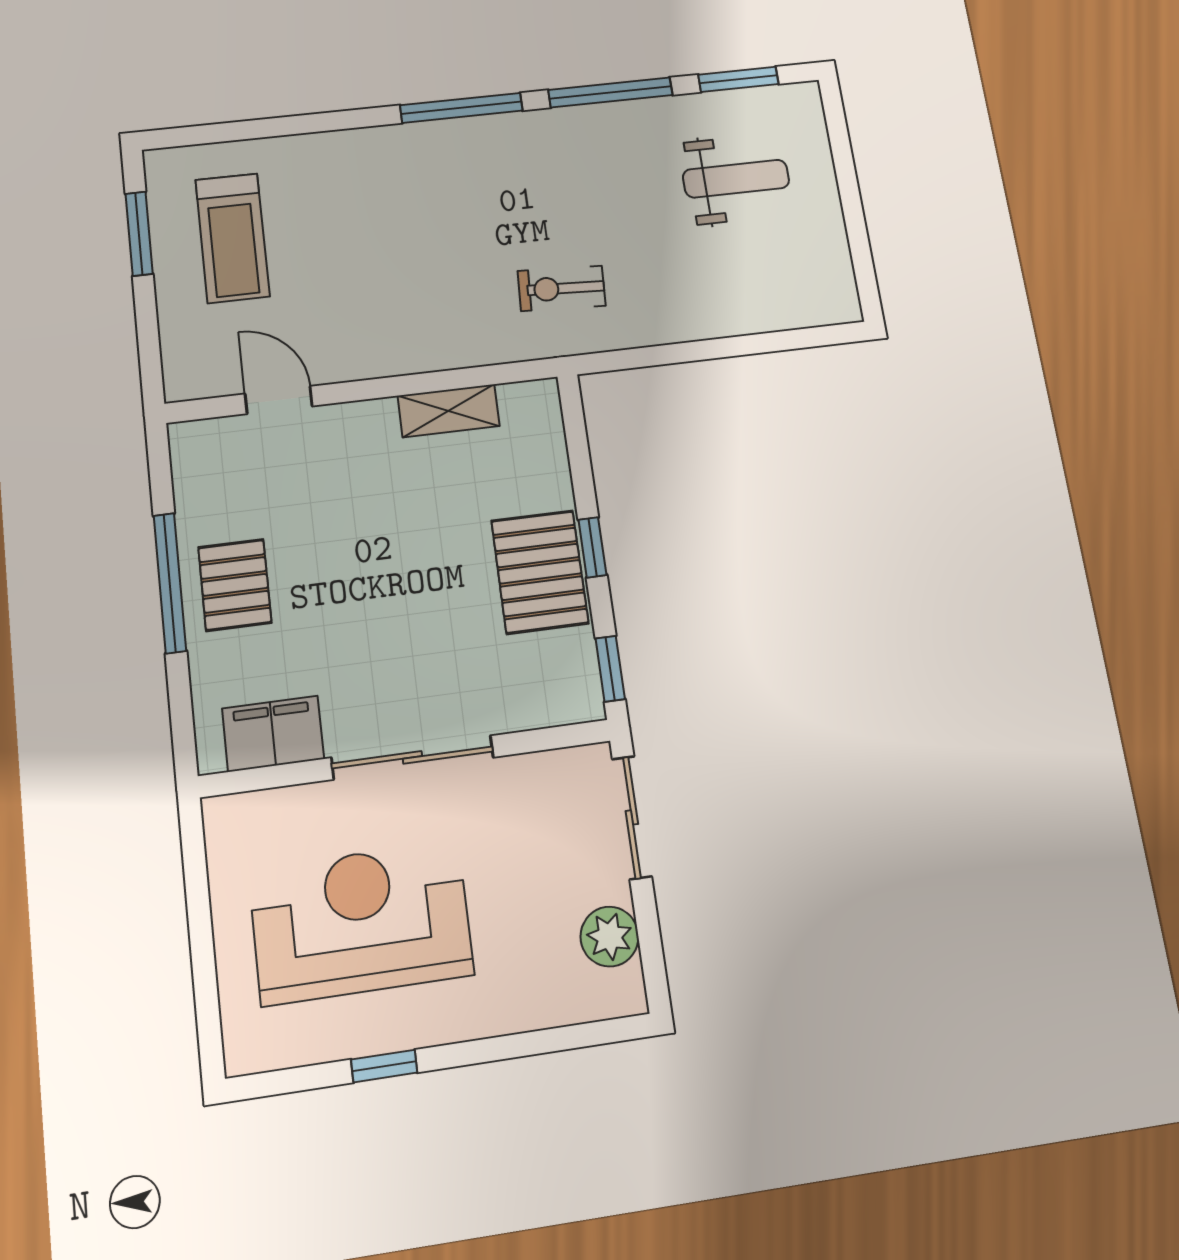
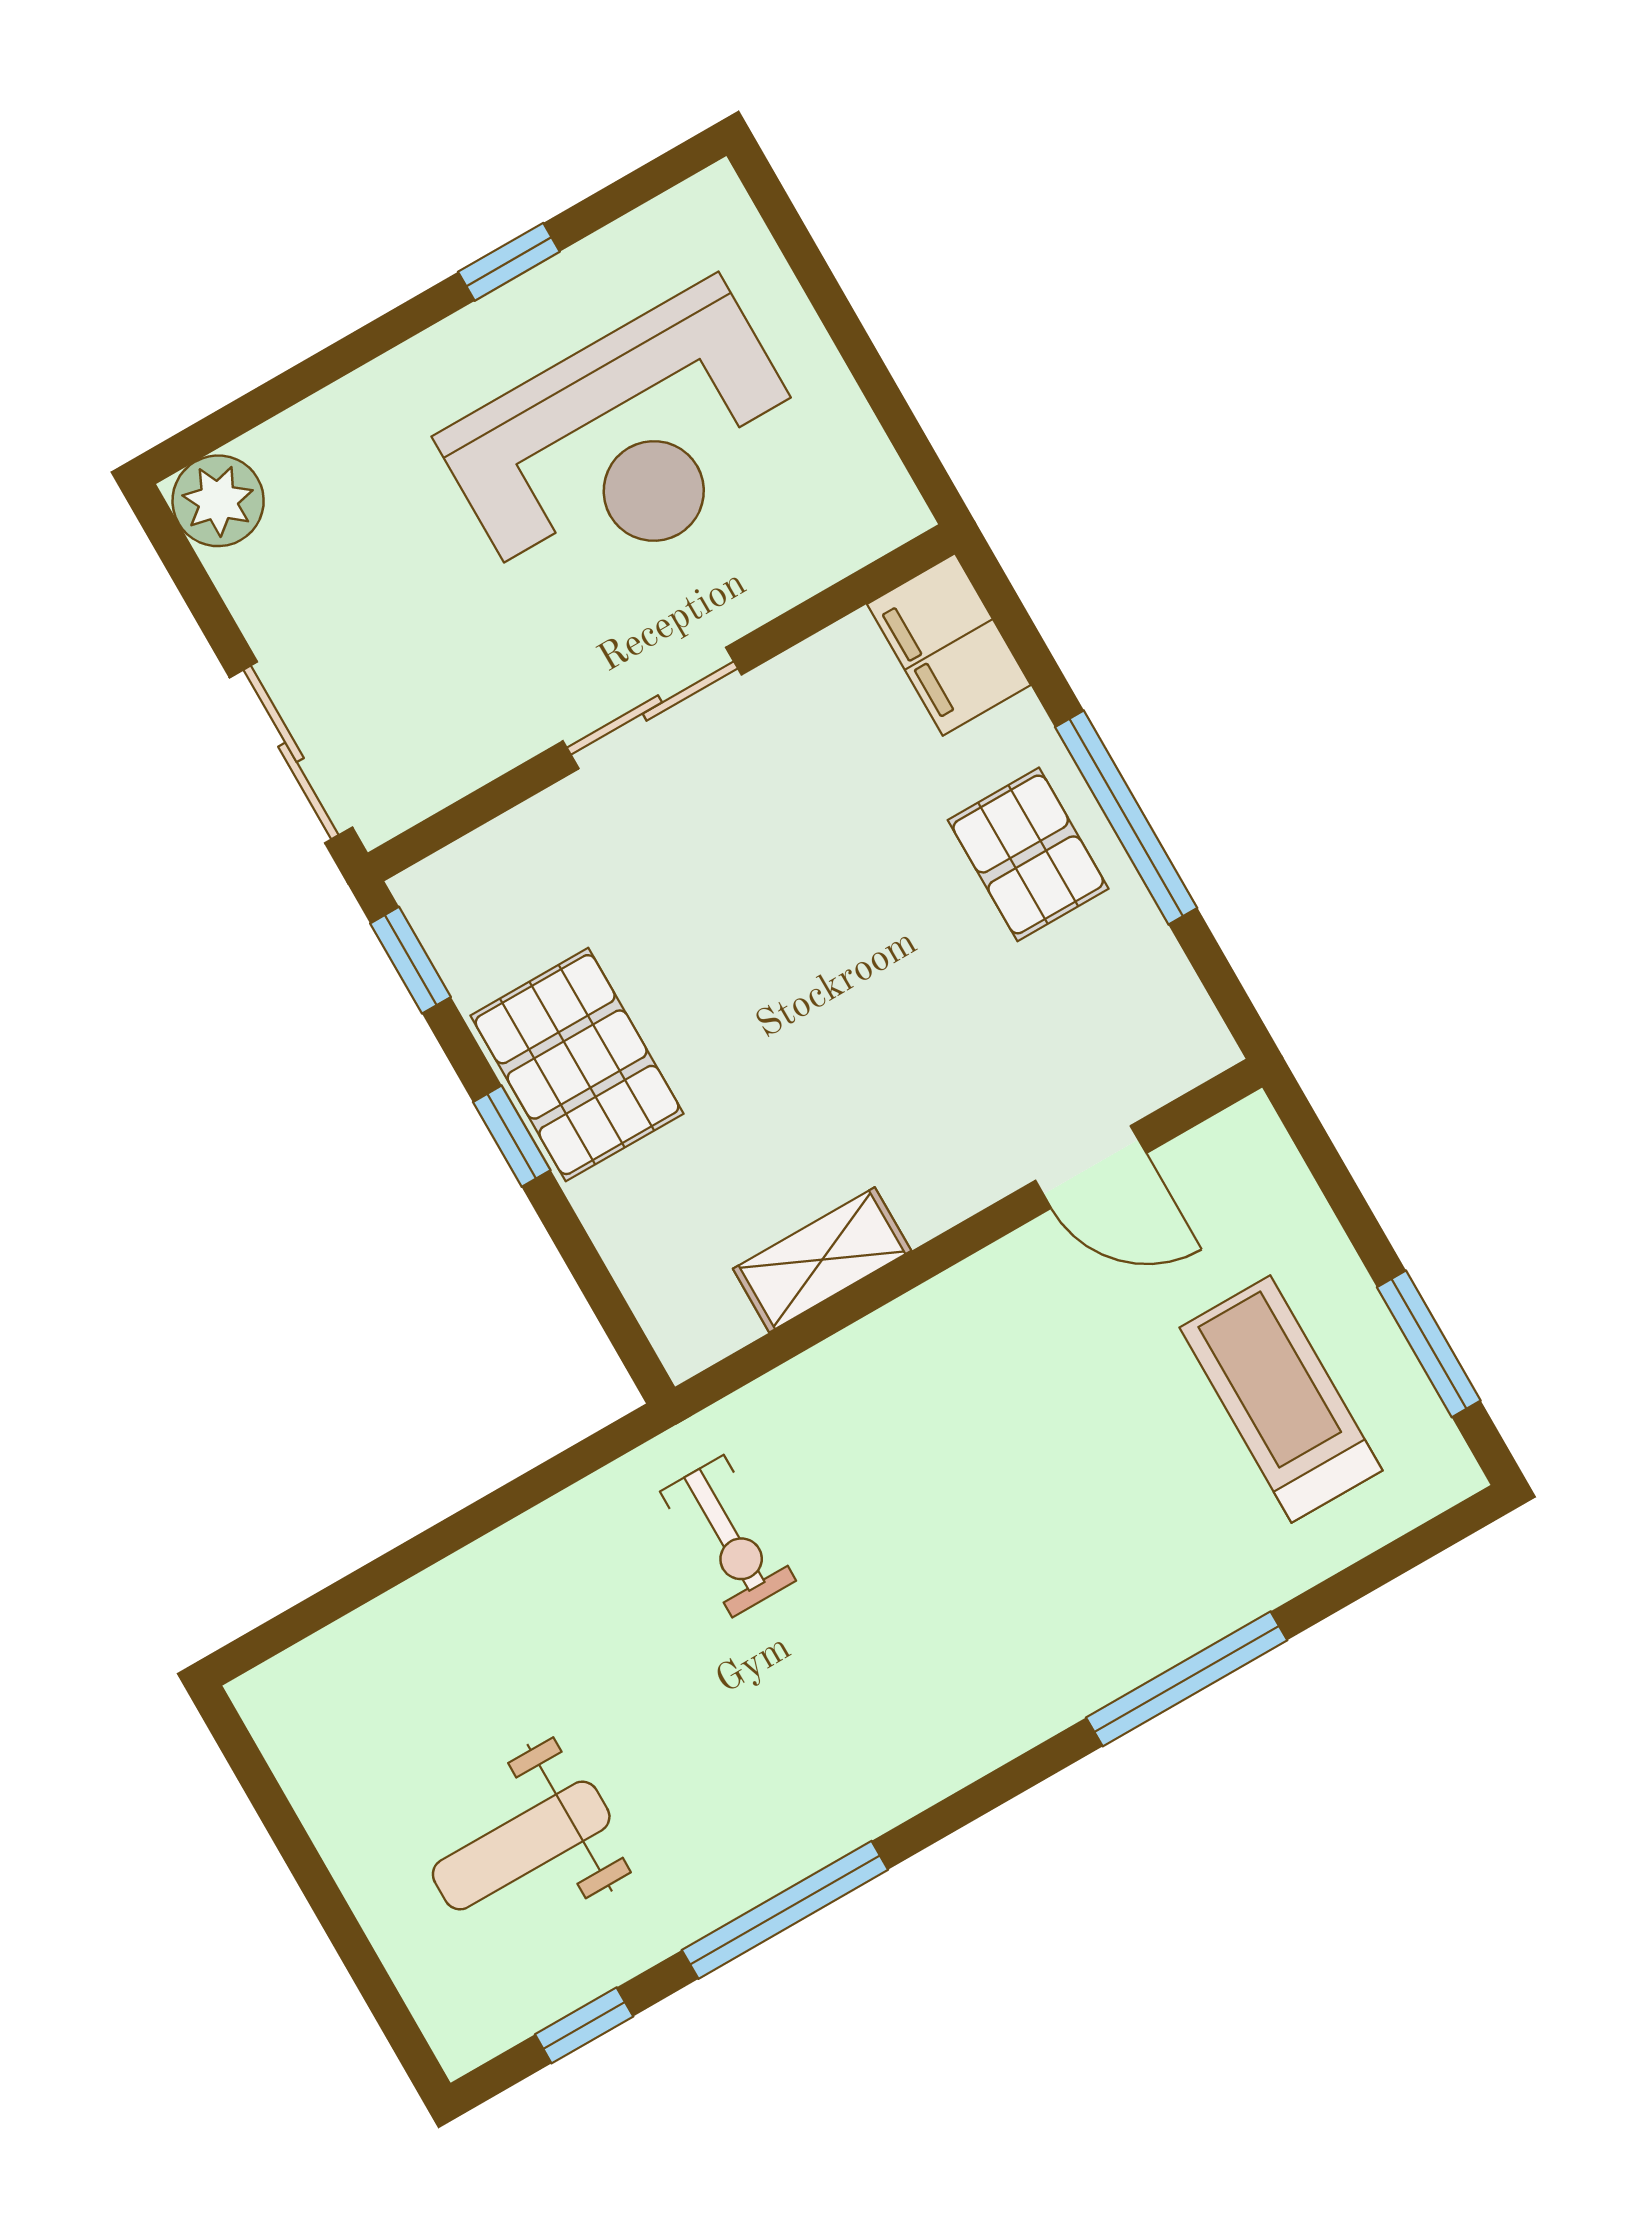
window: (738, 79) -> (584, 2025), width x0.67
window: (461, 108) -> (1187, 1679), moved
exercise bike: (562, 288) -> (728, 1536), turned 87
filing cabinet: (273, 734) -> (949, 644), moved, turned 90
sliding door: (412, 757) -> (652, 708), width x0.73
plant: (610, 937) -> (218, 501), moved

